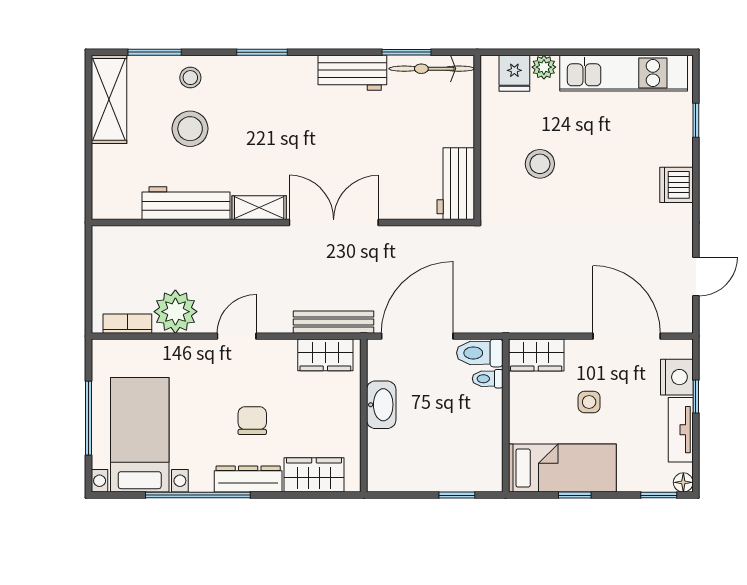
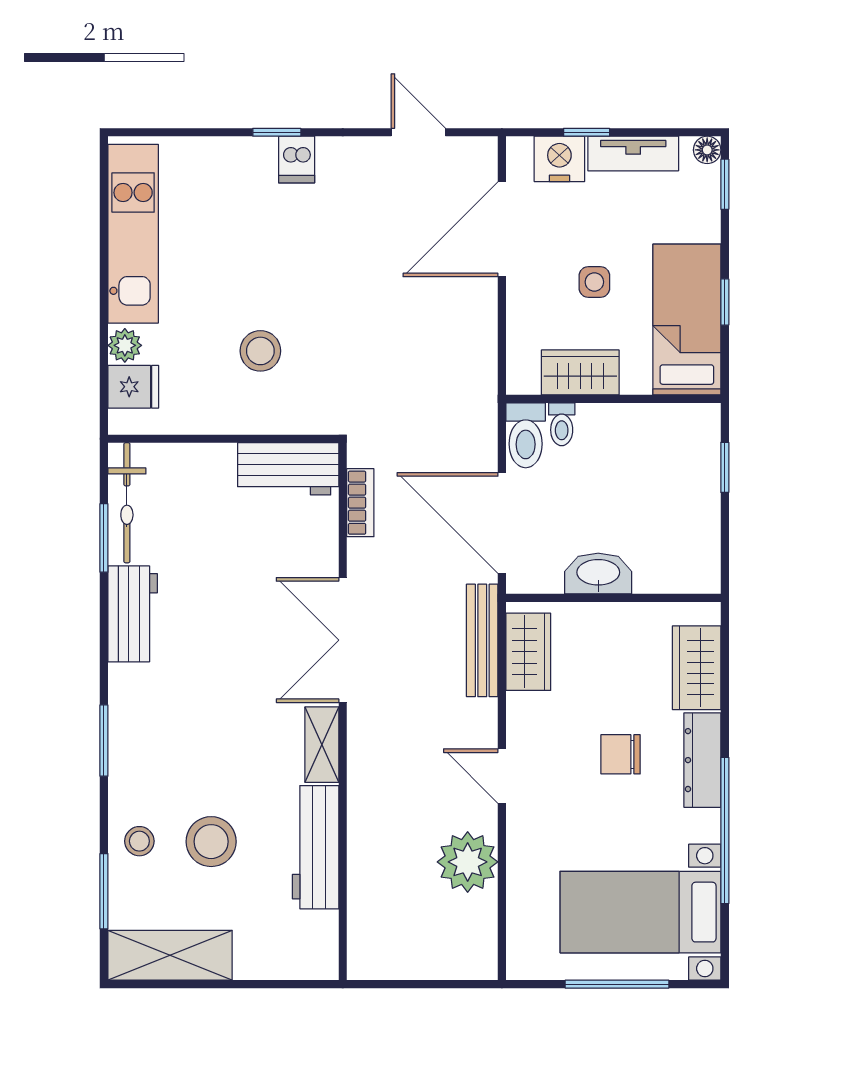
window: (696, 120) -> (277, 132), moved
dishwasher: (676, 185) -> (297, 159), width x0.73
bookcase: (127, 324) -> (360, 503), moved, turned 180
wardrobe: (536, 355) -> (580, 372), moved, turned -90

